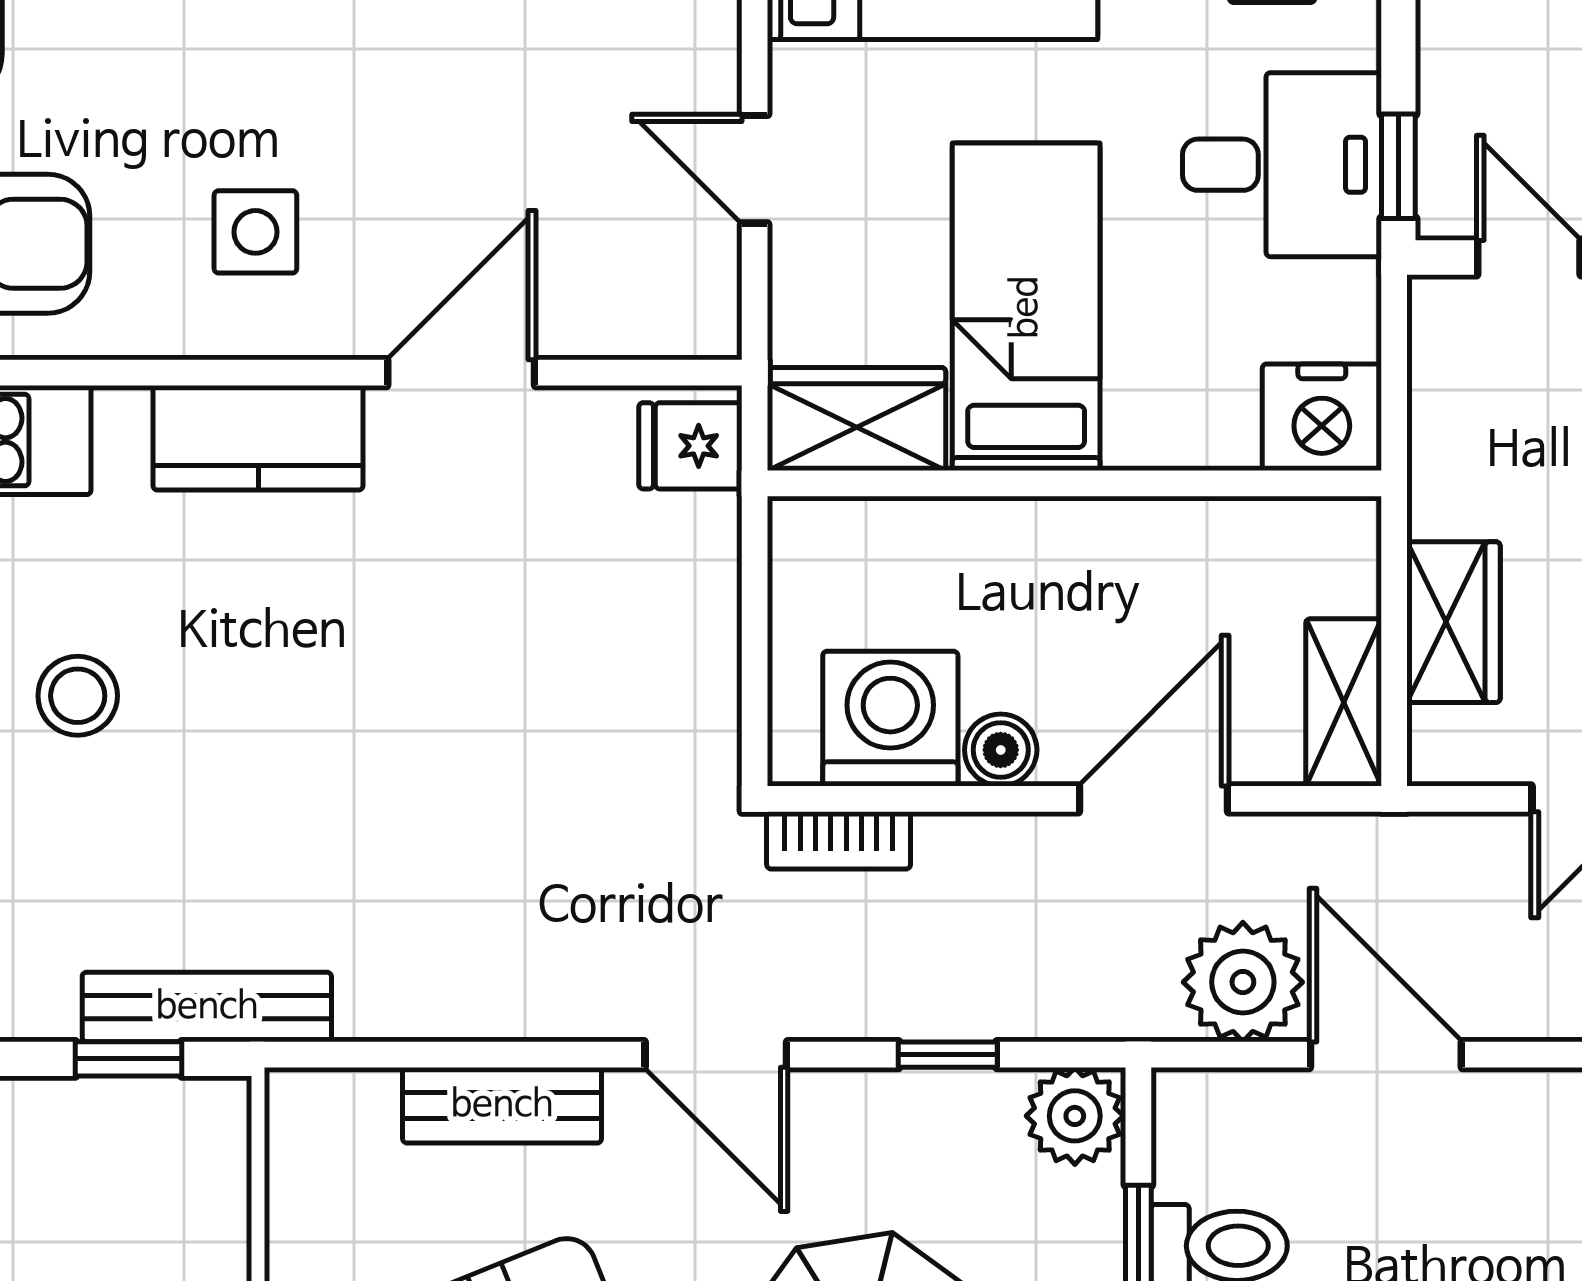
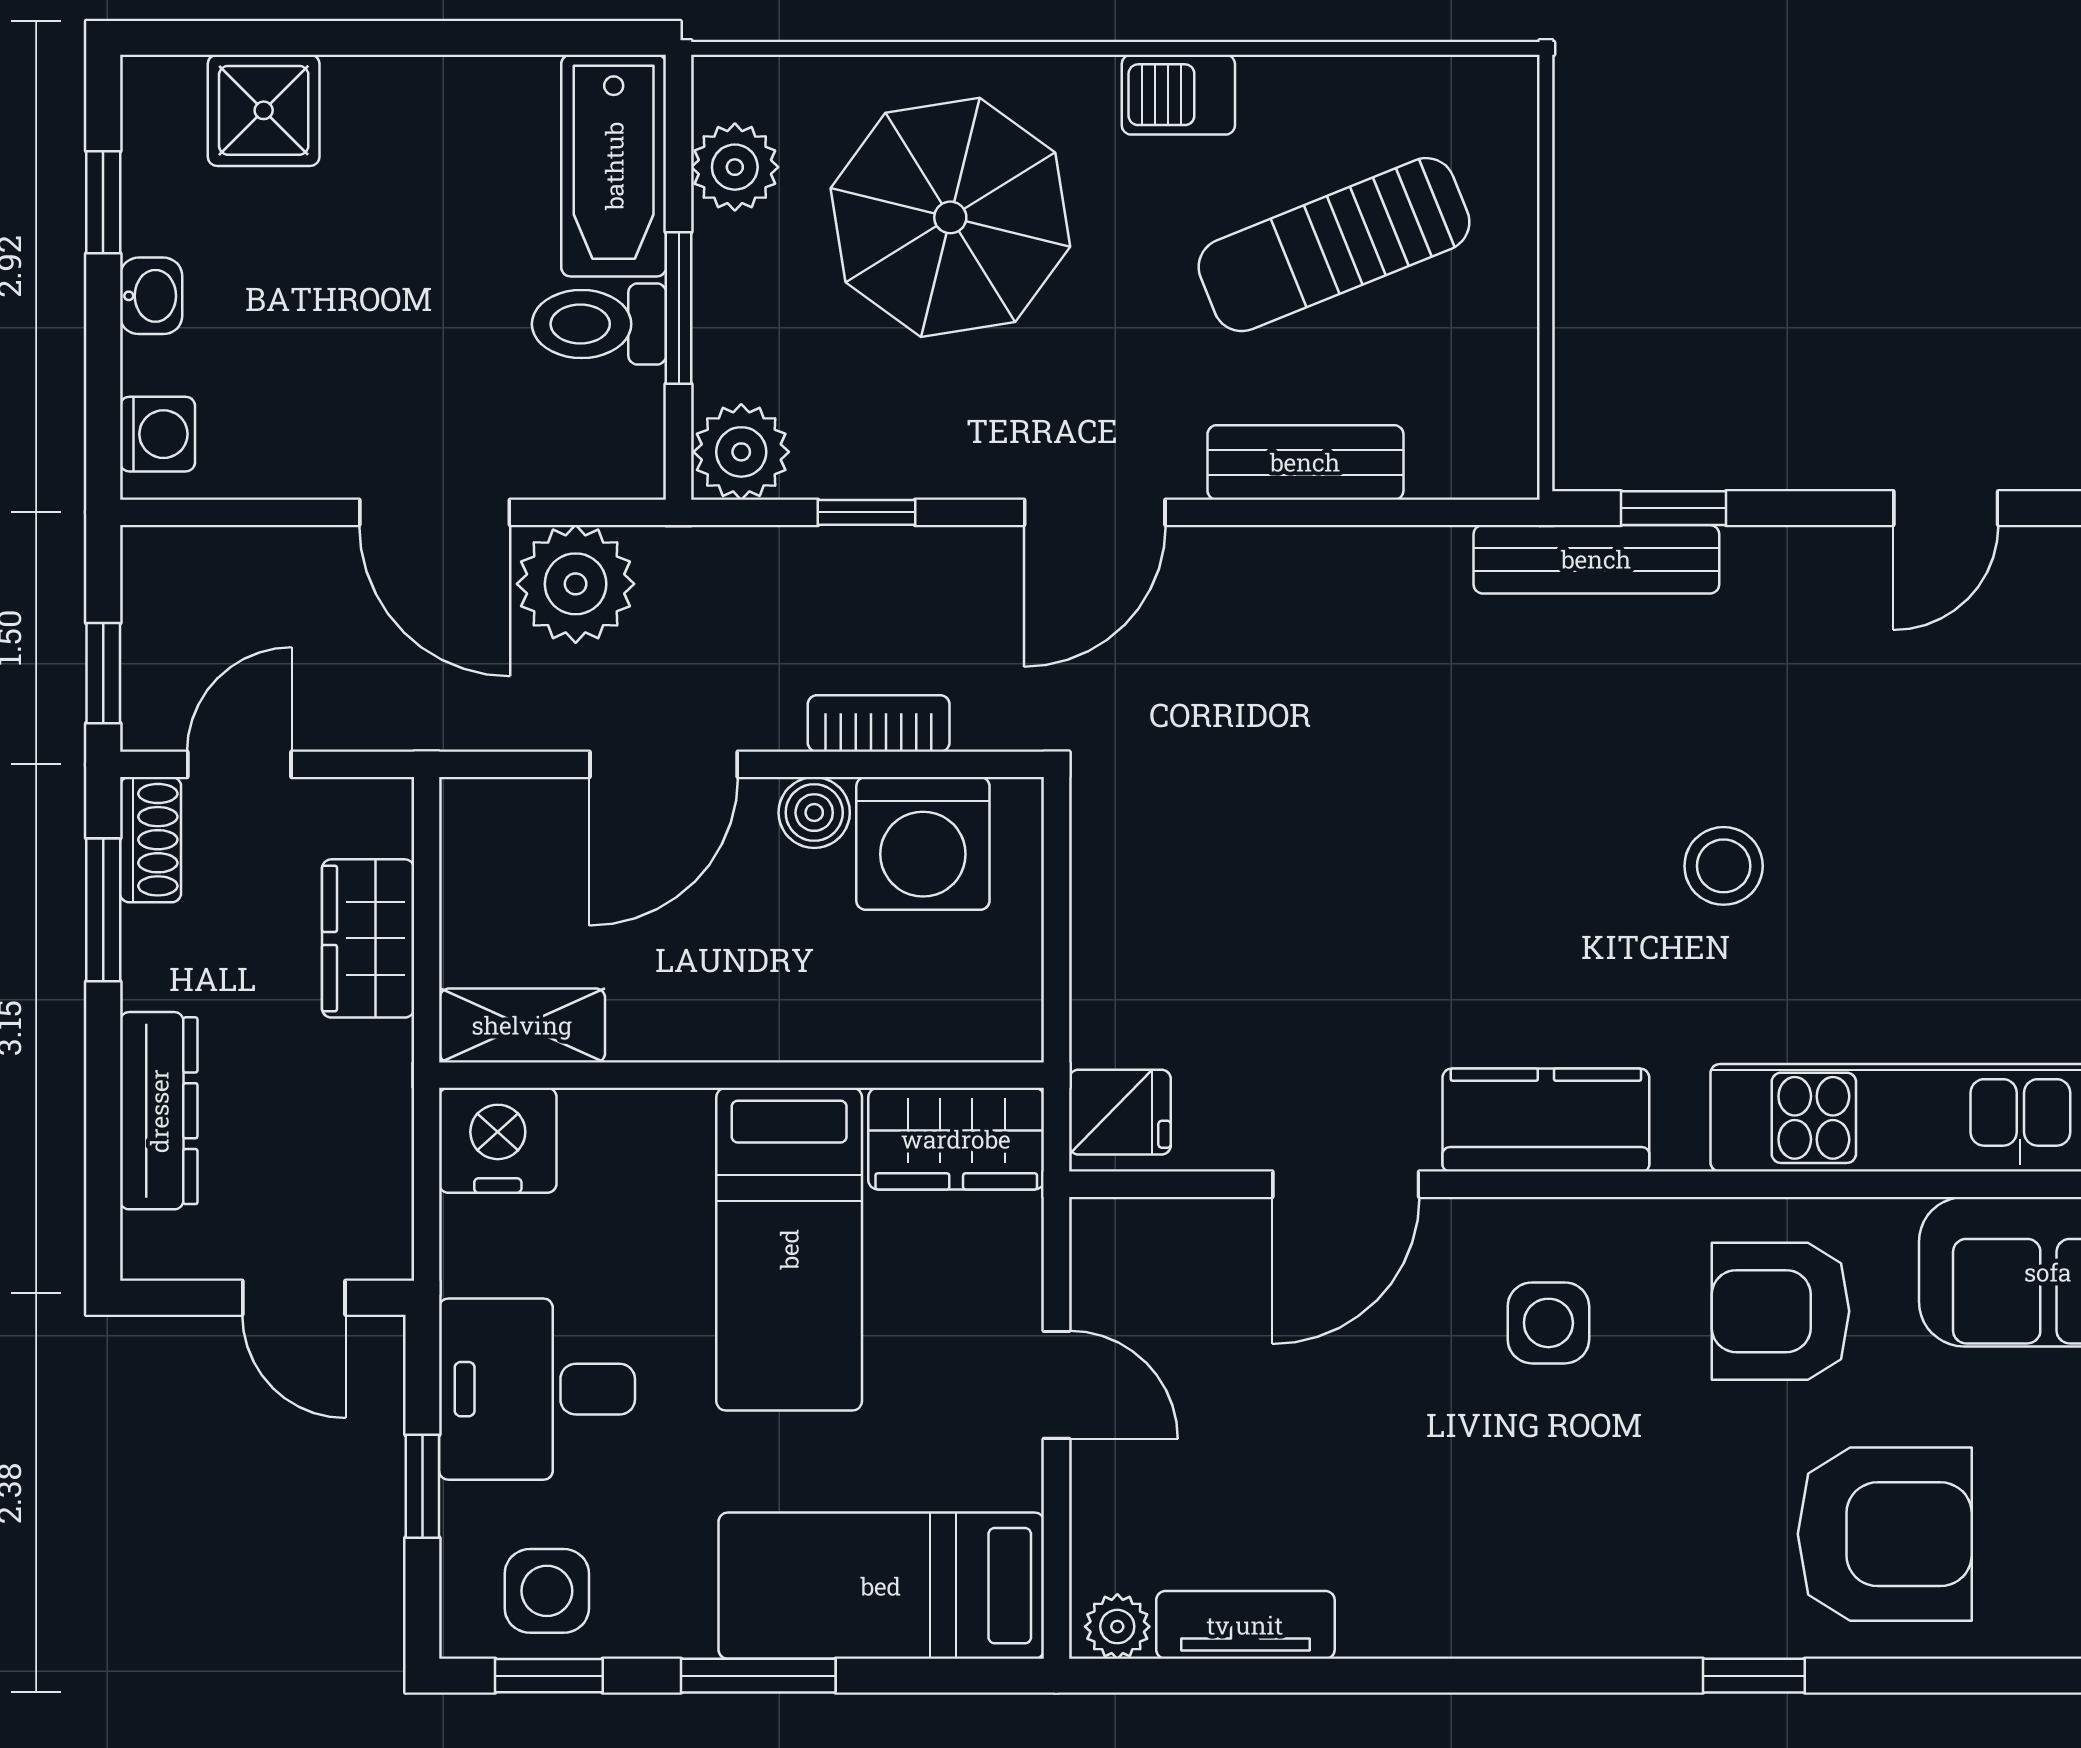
window: (1398, 166) -> (422, 1486), moved
shelving: (1344, 702) -> (522, 1025), moved, turned 90
bookcase: (839, 840) -> (879, 723), moved
door: (716, 1055) -> (1095, 512), swing flipped

